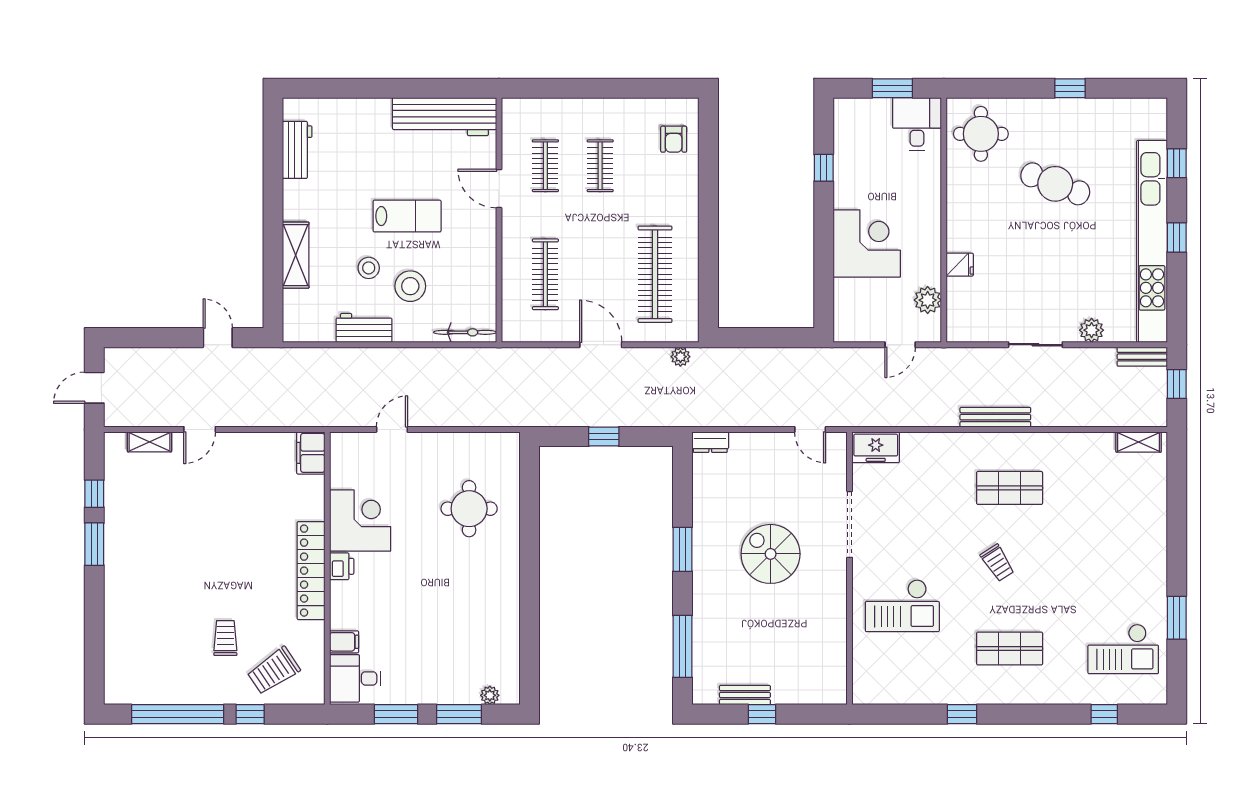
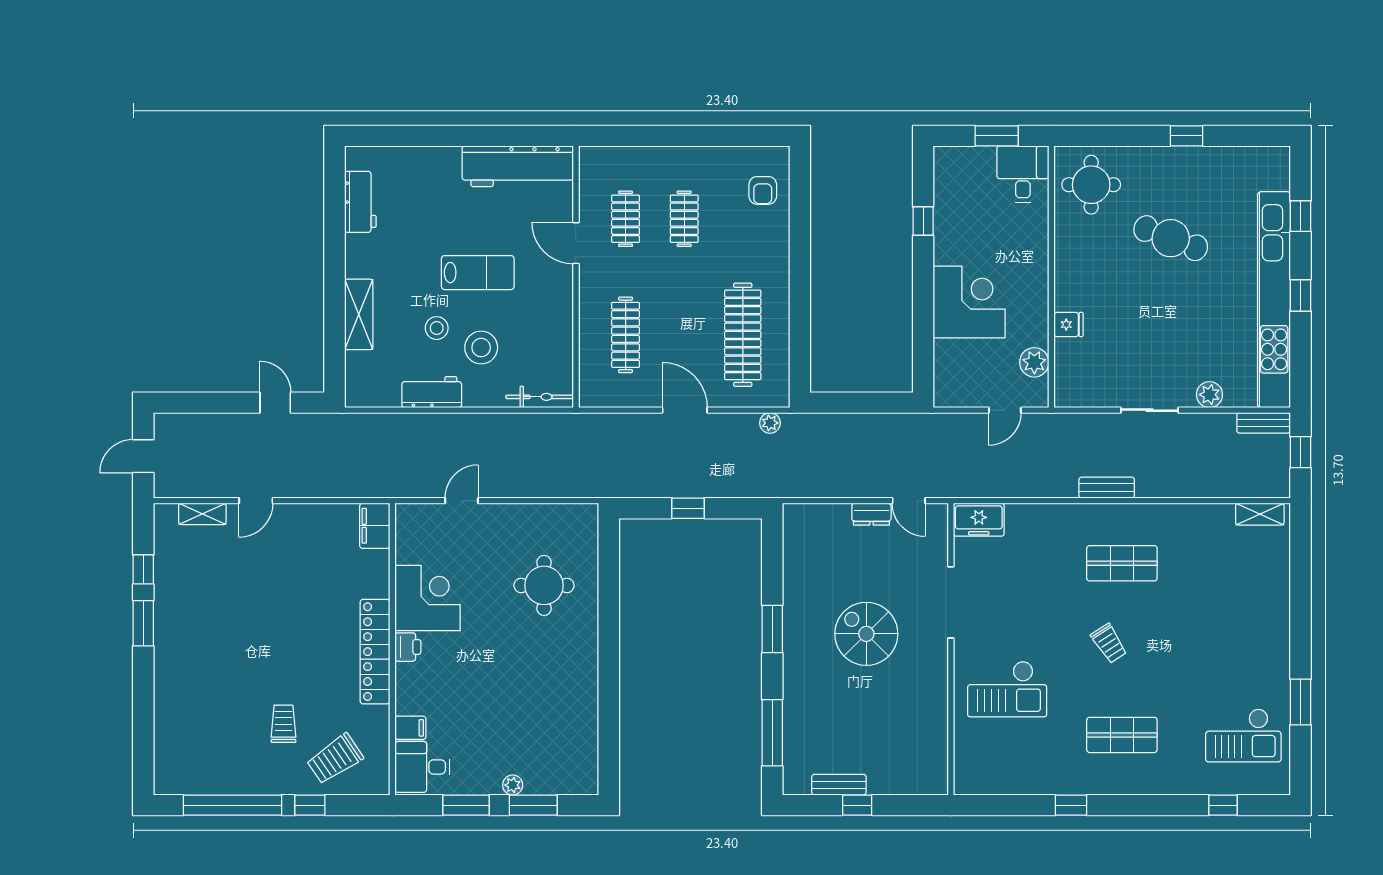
bench: (995, 417) -> (1107, 488), width x0.73
dresser: (710, 442) -> (871, 514), moved
plant: (490, 695) -> (513, 785), moved

